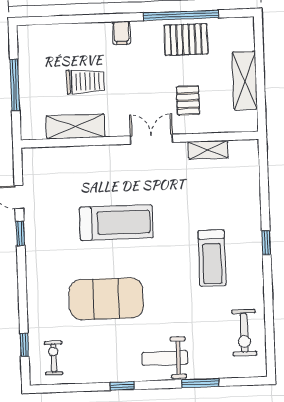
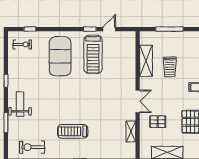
treadmill: (116, 223) -> (93, 54), moved
exercise mat: (106, 299) -> (60, 56), moved

